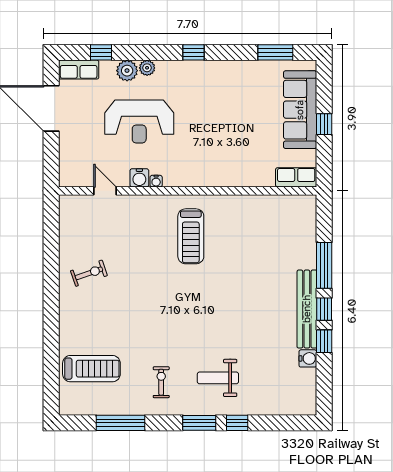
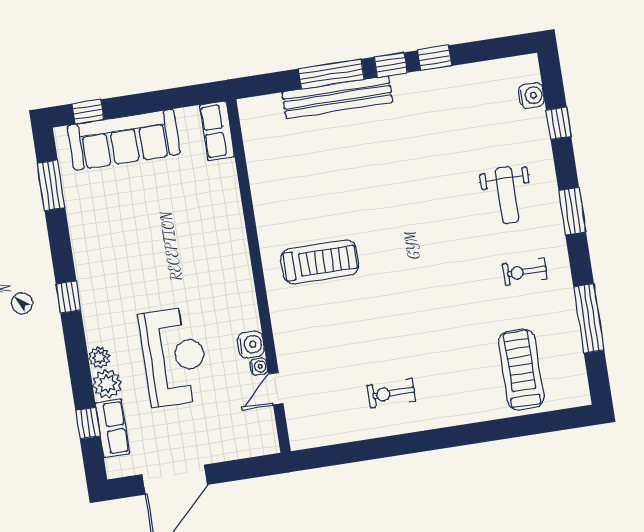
row of seats: (79, 70) -> (113, 428), moved
window: (324, 124) -> (88, 112), moved
water cooler: (156, 181) -> (259, 367), moved
exercise bike: (89, 273) -> (391, 393), turned -71
bench: (307, 309) -> (337, 97), moved
water cooler: (308, 358) -> (532, 95), moved, turned 90
window: (237, 423) -> (559, 123), moved

